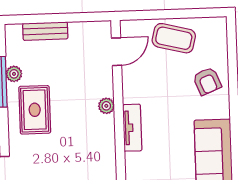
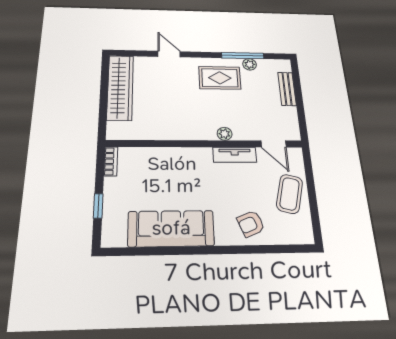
tv unit: (132, 128) -> (235, 155), moved

